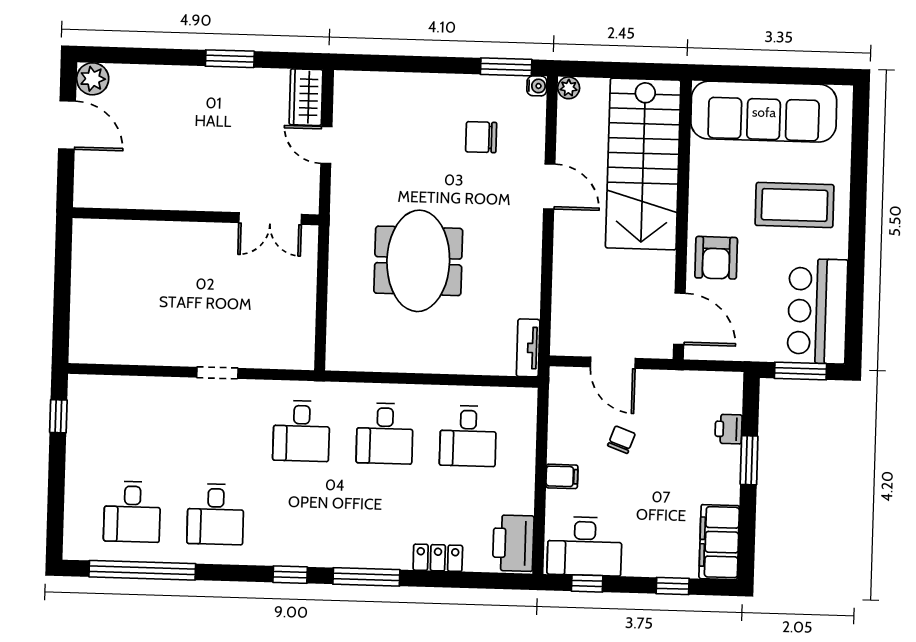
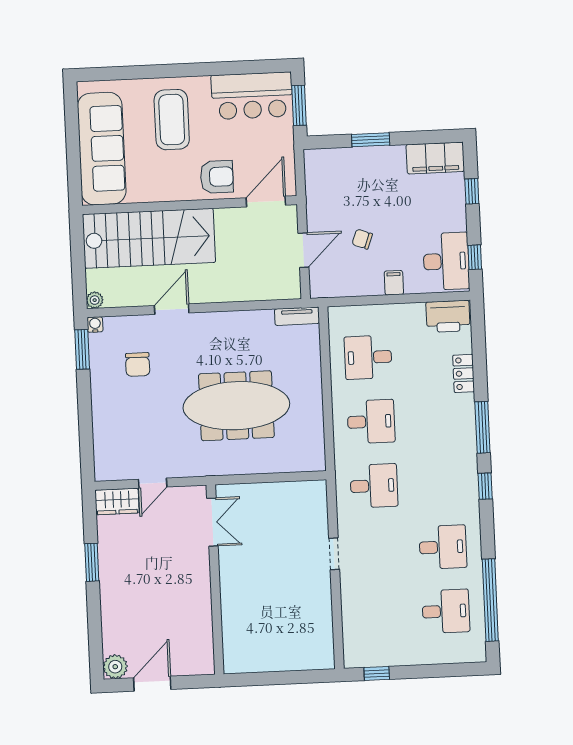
meeting table: (418, 261) -> (236, 406), width x1.36
printer: (729, 429) -> (348, 157), removed
desk: (468, 436) -> (368, 357), turned 180

